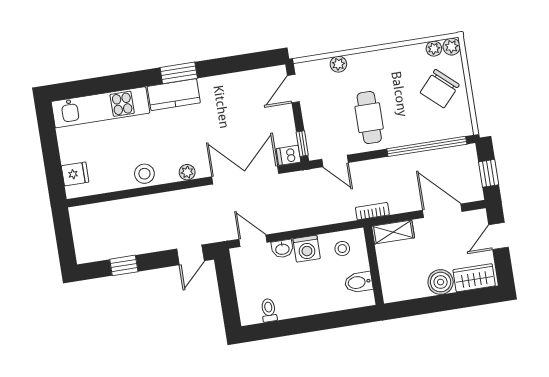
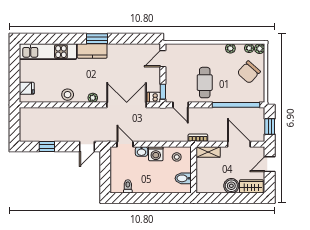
plant: (338, 64) -> (230, 48), moved

